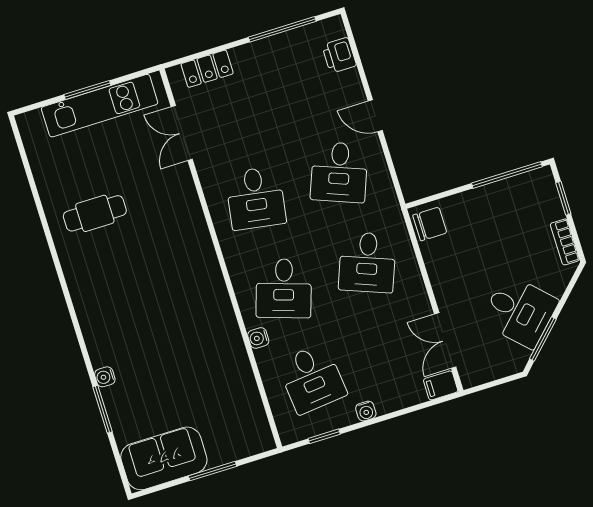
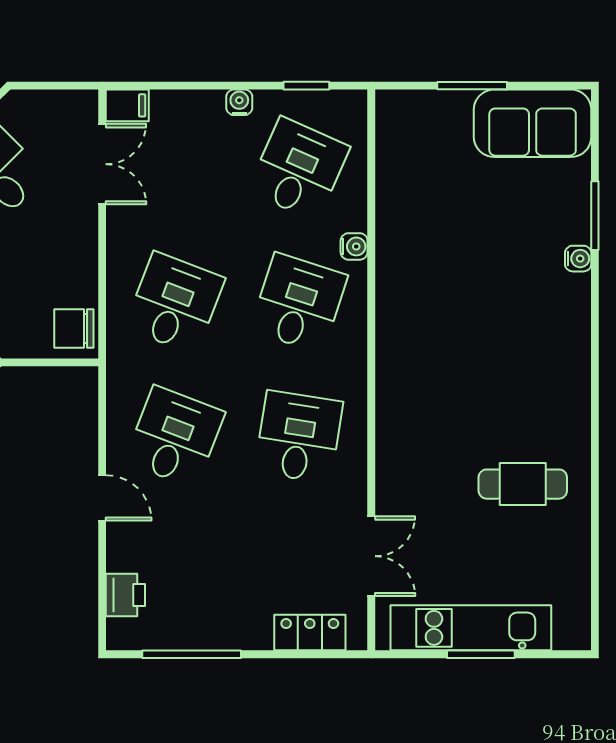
desk: (312, 379) -> (299, 169), turned 30

